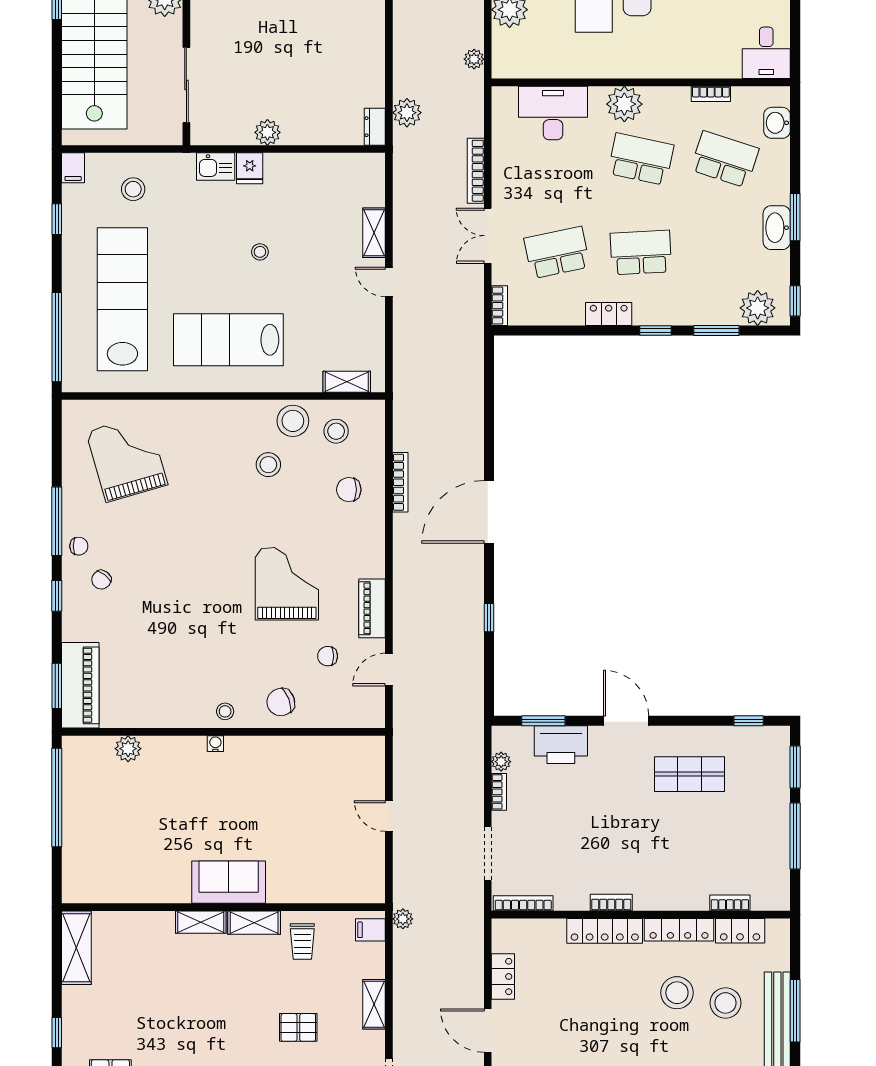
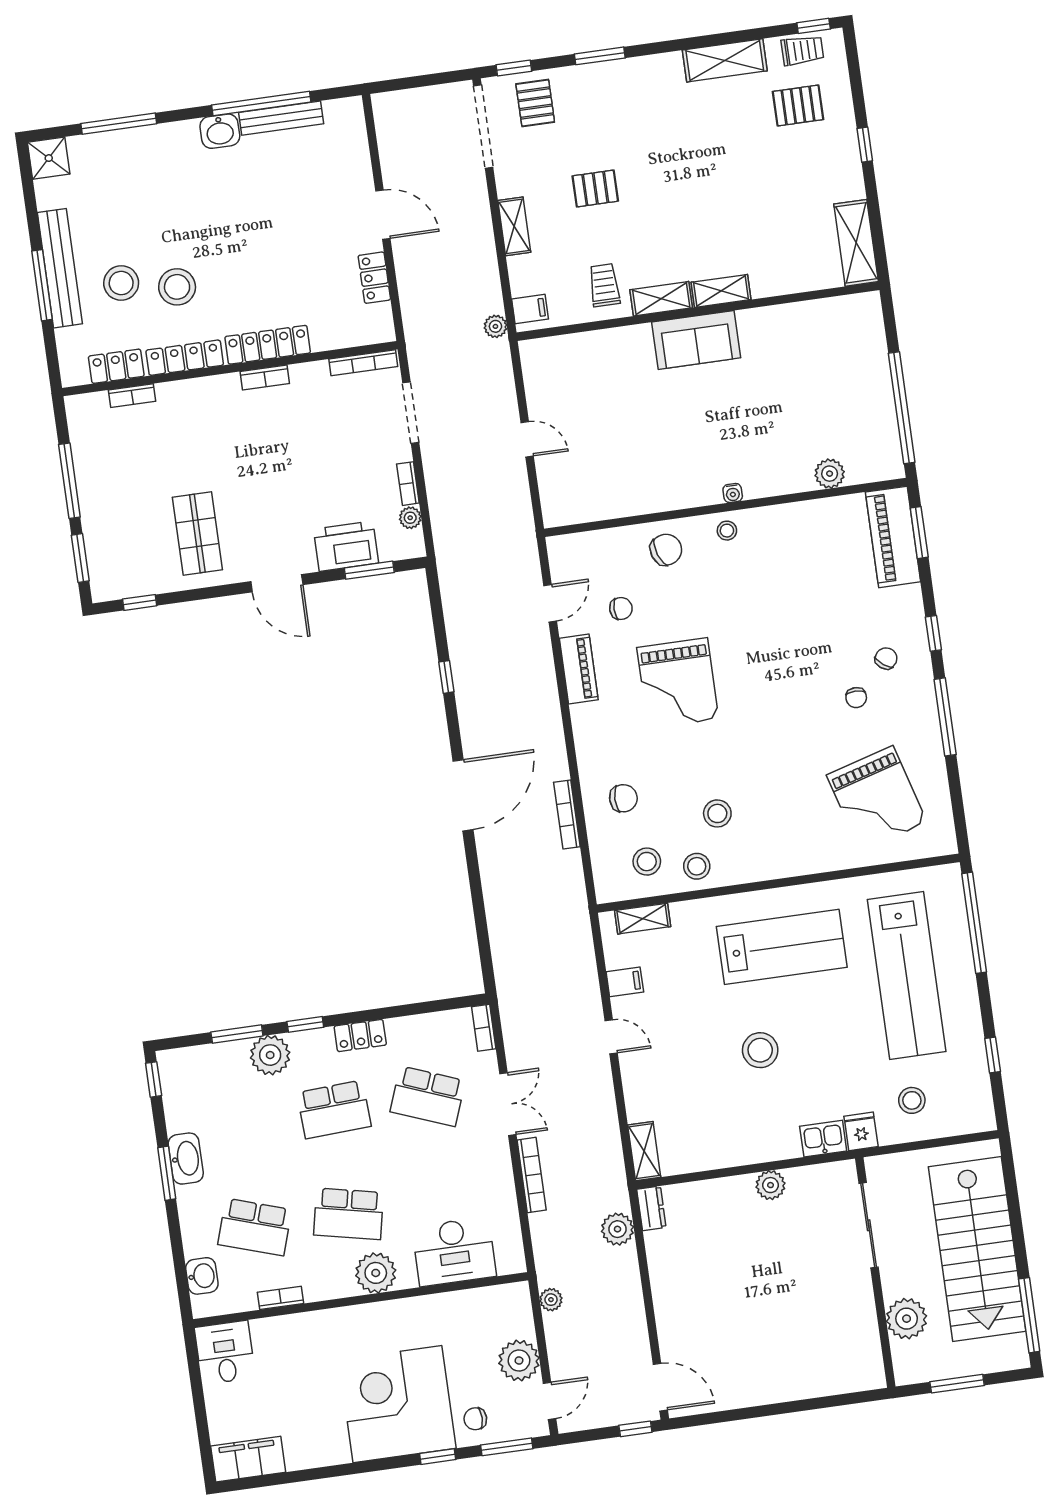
filing cabinet: (73, 168) -> (625, 982), moved, turned 90
fridge: (250, 168) -> (861, 1131), moved
shelving: (374, 233) -> (644, 1151), moved
stool: (260, 252) -> (760, 1050), width x1.89, depth x1.89
school desk: (557, 252) -> (428, 1096), turned 33
plant: (758, 308) -> (270, 1055), moved
stool: (293, 421) -> (697, 866), width x0.73, depth x0.73
chair: (79, 546) -> (856, 698), moved, turned -90
shop shelf: (690, 774) -> (197, 533), turned 90

